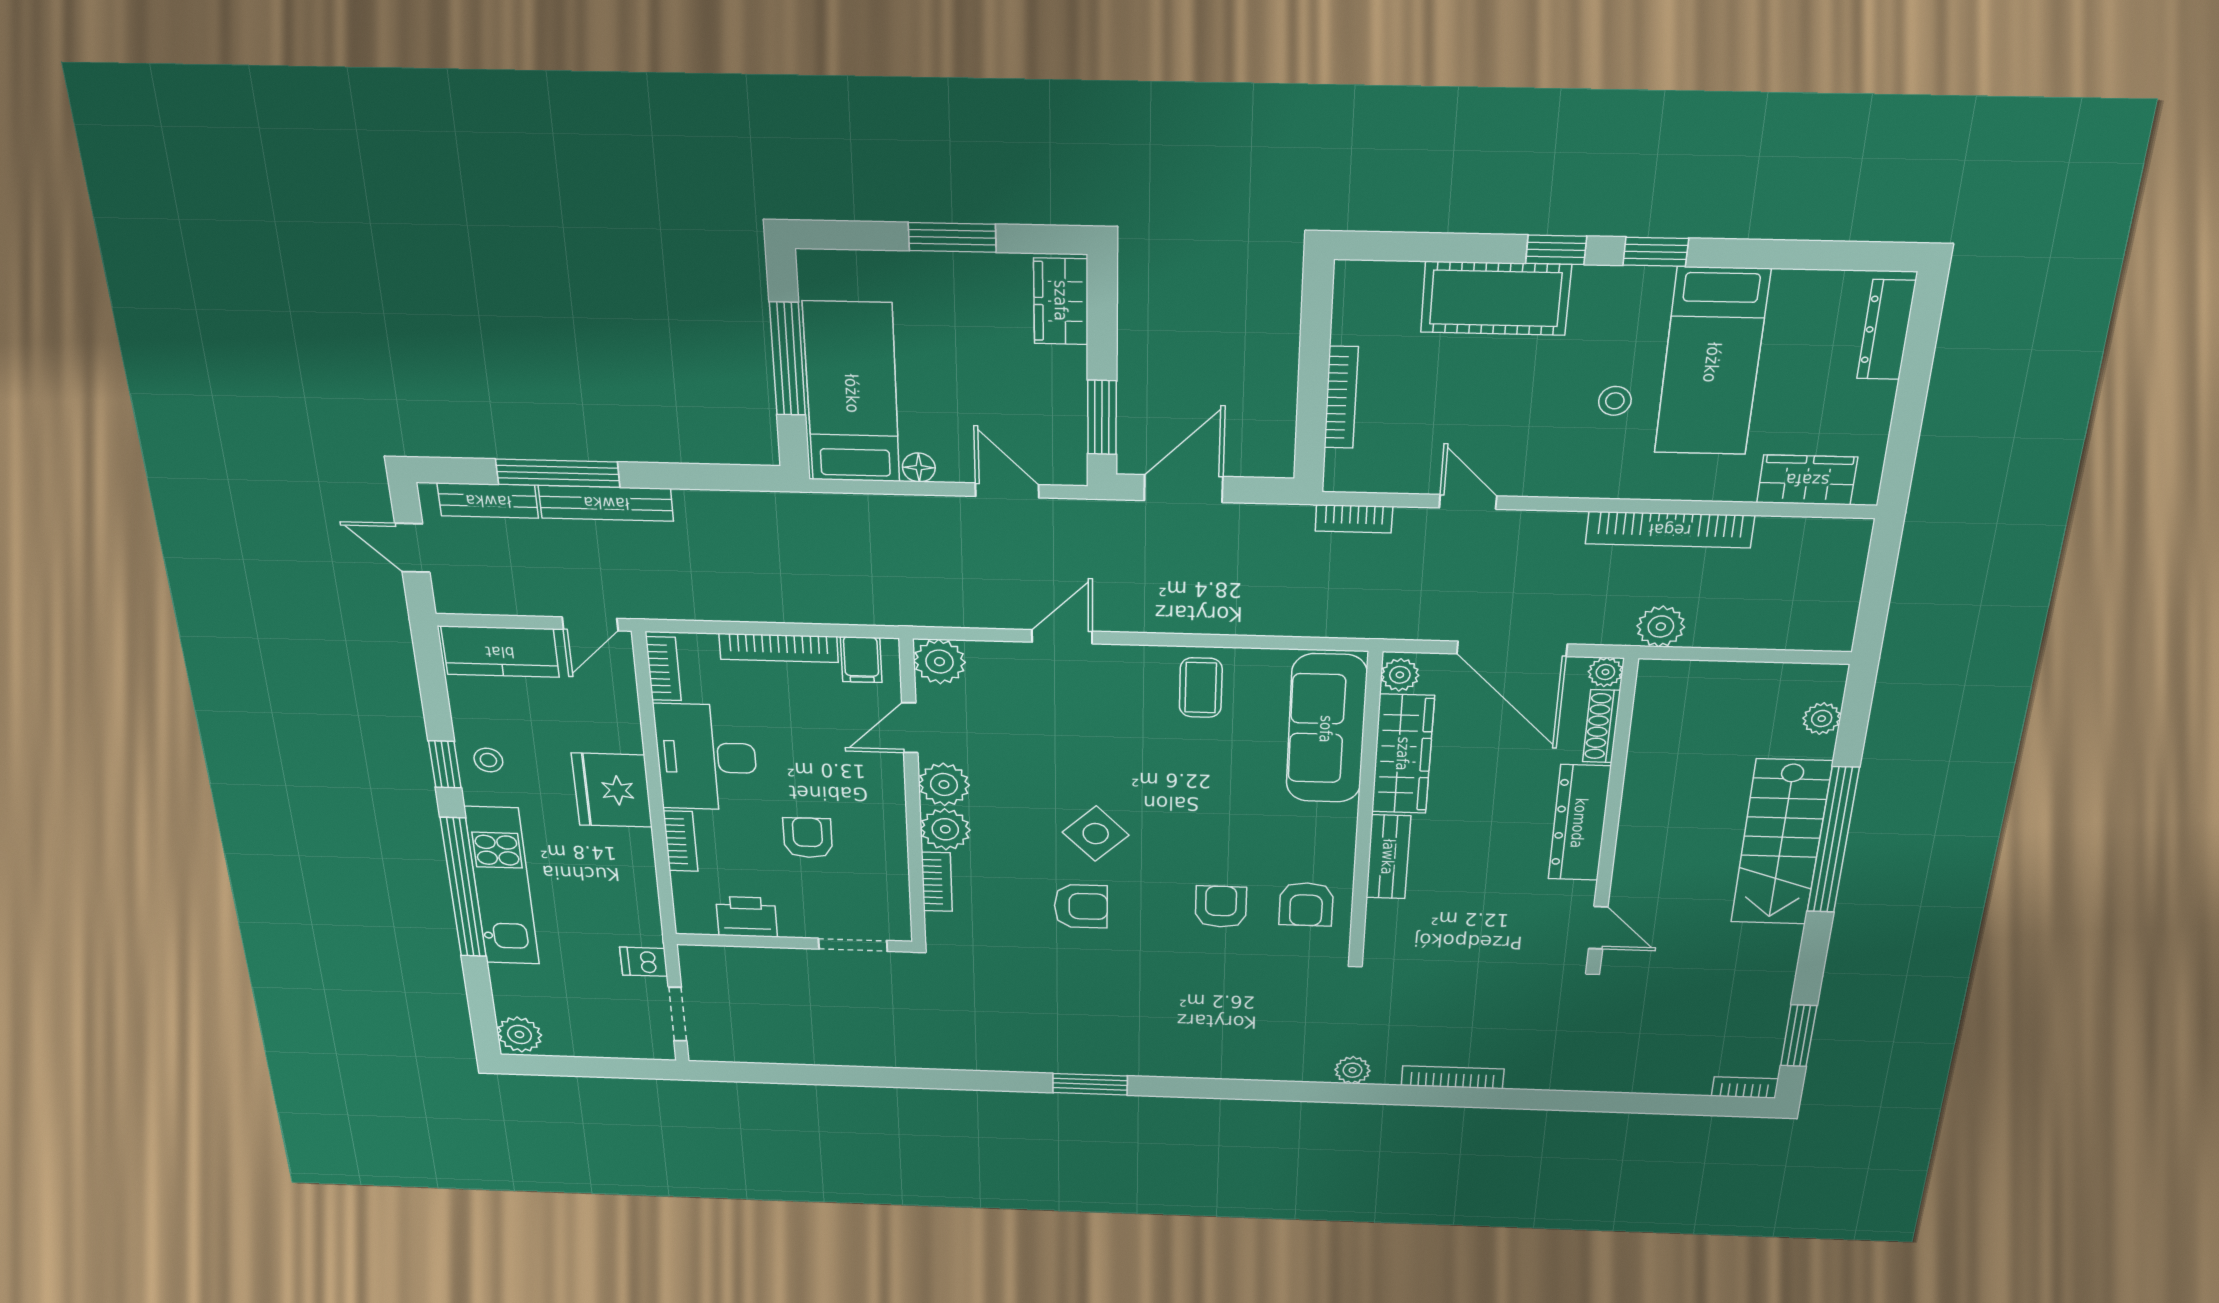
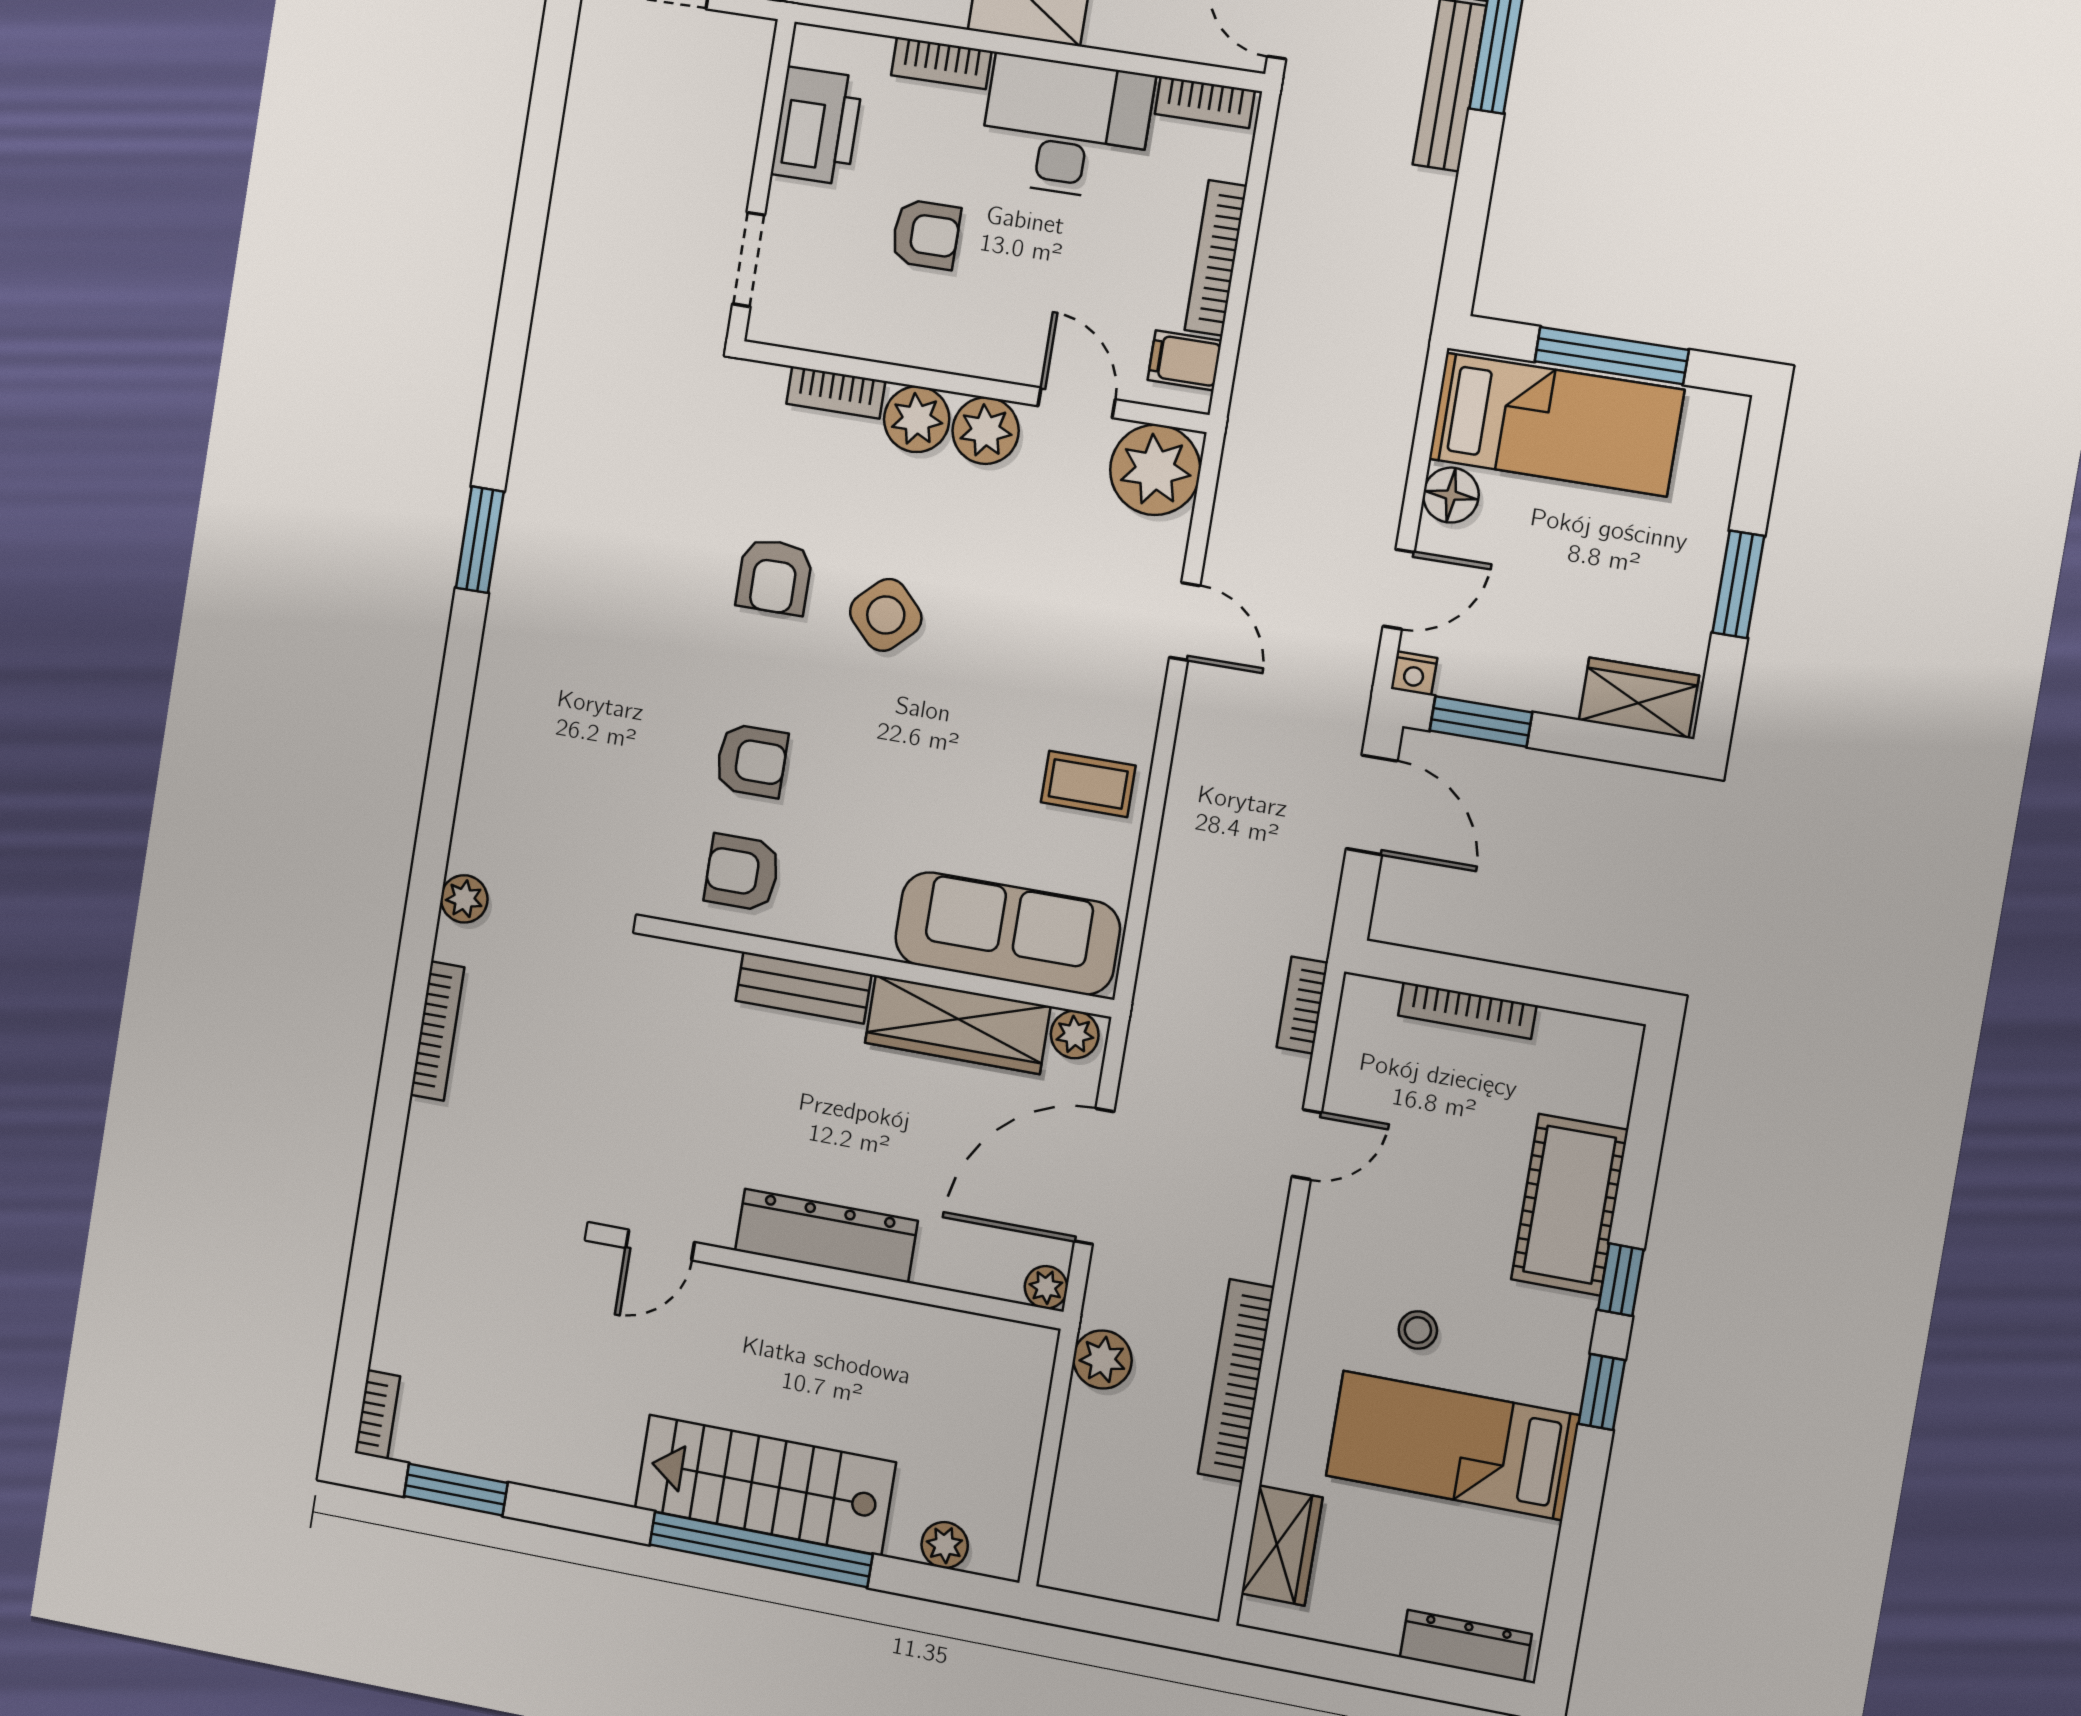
floor lamp: (919, 468) -> (1451, 495), width x1.37, depth x1.37
nightstand: (1072, 471) -> (1414, 673), added
plant: (939, 662) -> (1155, 470), width x1.36, depth x1.36
shoe rack: (1601, 726) -> (968, 1276), removed
printer: (747, 917) -> (817, 126), width x1.37, depth x1.19

